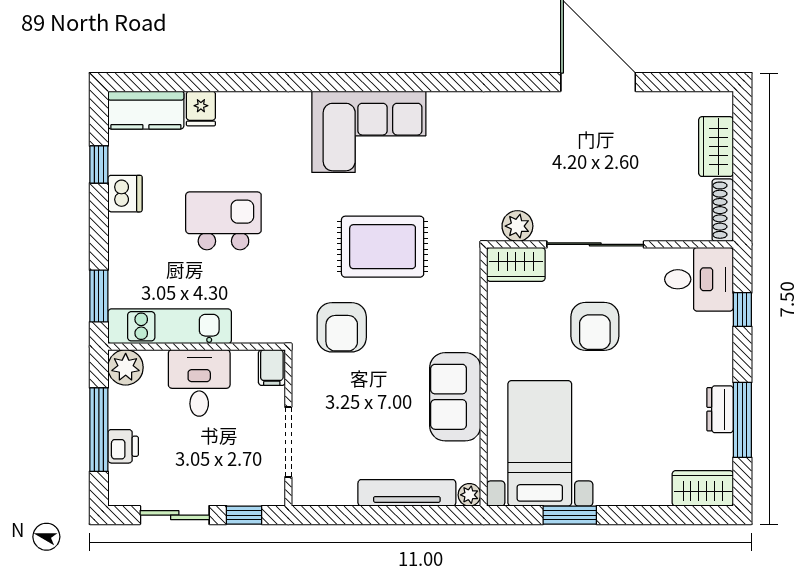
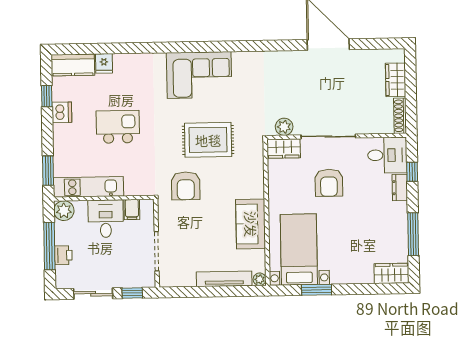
filing cabinet: (272, 368) -> (132, 210), moved
dresser: (720, 409) -> (400, 188), moved

